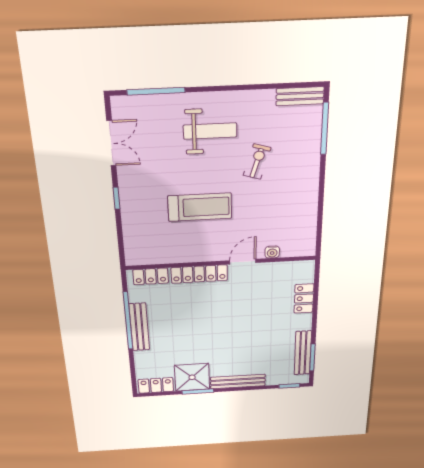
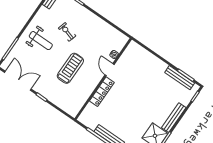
weight bench: (210, 131) -> (41, 41), turned 90
double door: (111, 143) -> (18, 81), width x1.37
locker: (151, 276) -> (87, 112), removed
locker: (304, 299) -> (149, 57), removed

